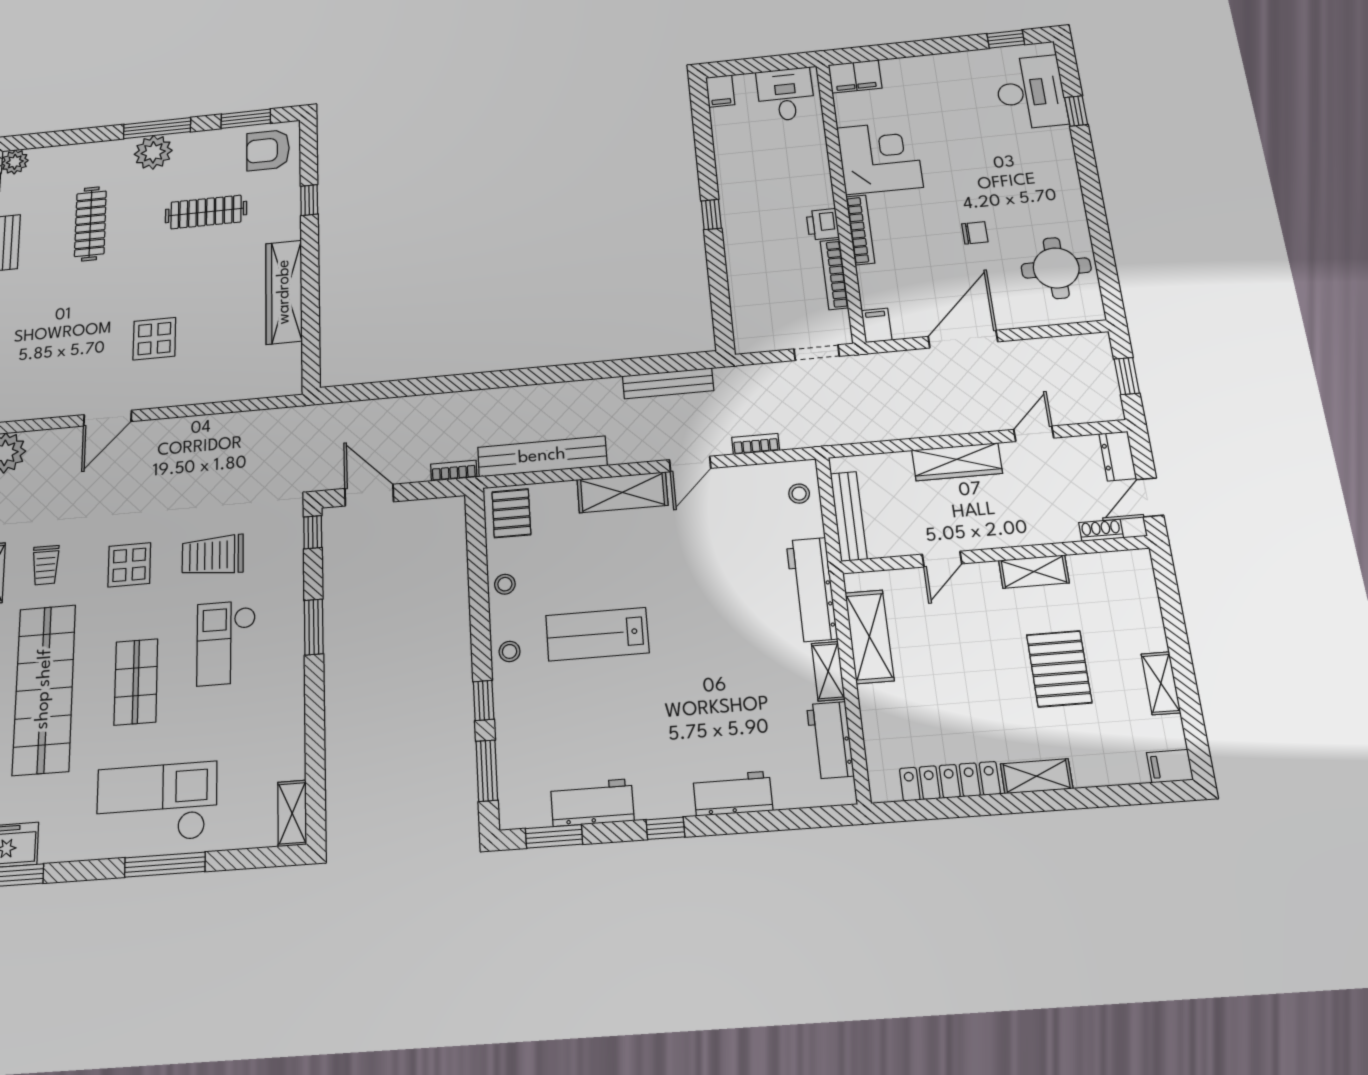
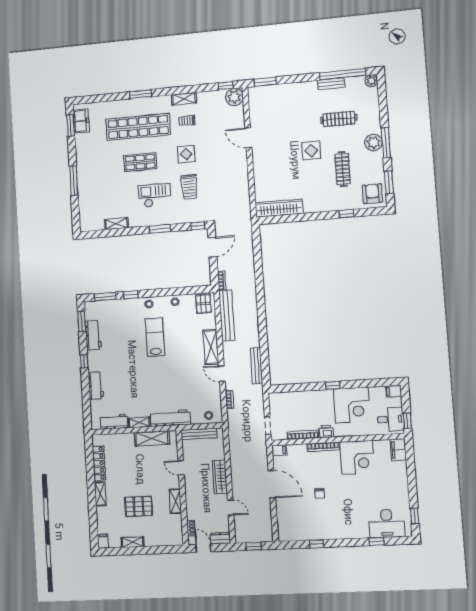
window: (787, 62) -> (407, 421), added
corner desk: (757, 173) -> (352, 405), added
window: (1100, 236) -> (317, 544), added
round table: (1056, 268) -> (302, 524), removed
wardrobe: (284, 292) -> (279, 208), moved
display table: (154, 339) -> (311, 151), moved
pallet: (511, 513) -> (203, 304), turned 90
trolley: (213, 556) -> (189, 187), turned 180
checkout: (157, 803) -> (95, 175), removed
shelving: (292, 813) -> (116, 224), moved

